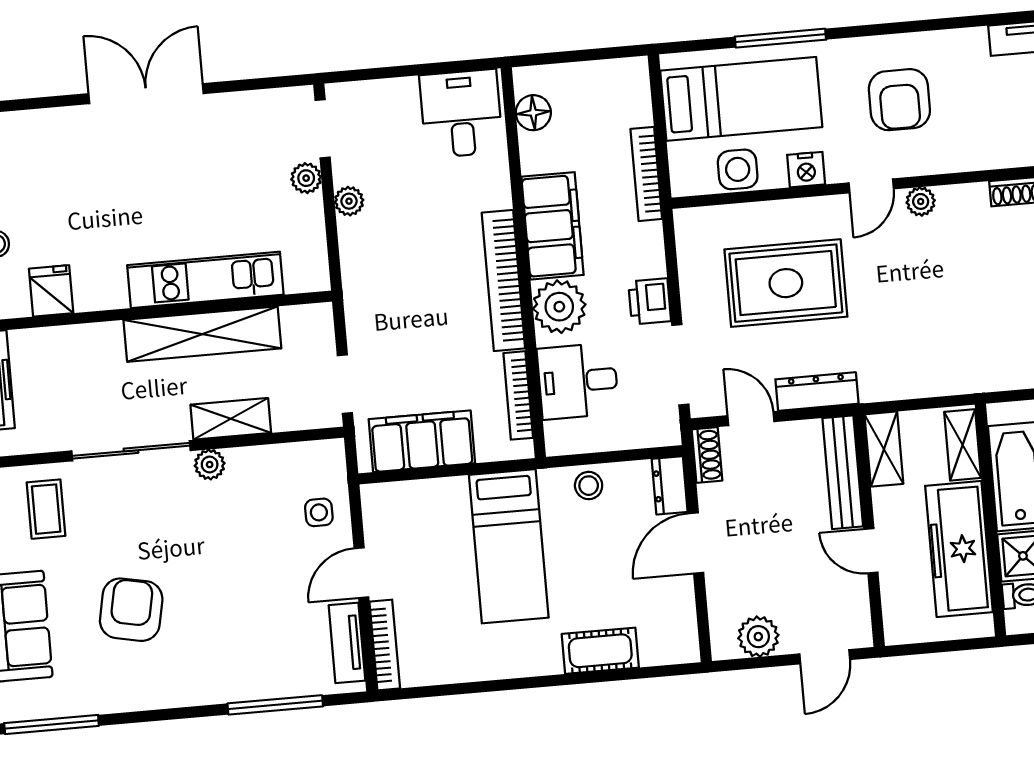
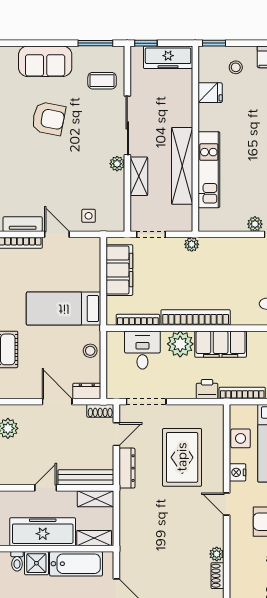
plant: (349, 201) -> (192, 244), moved
plant: (921, 201) -> (217, 554), moved
printer: (650, 301) -> (207, 389), moved

